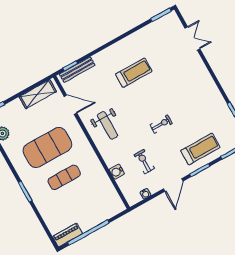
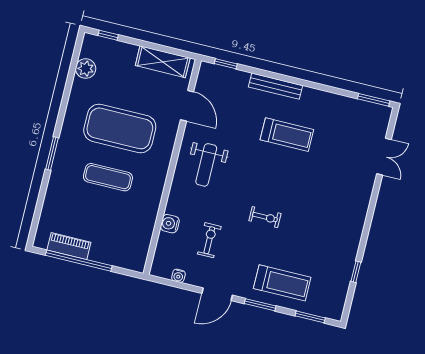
bench: (77, 70) -> (276, 86), moved
piano: (68, 235) -> (69, 246), moved

